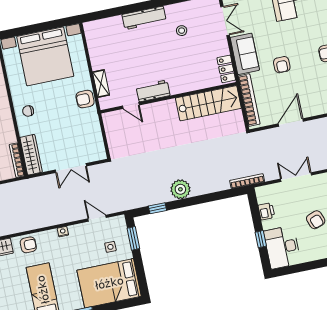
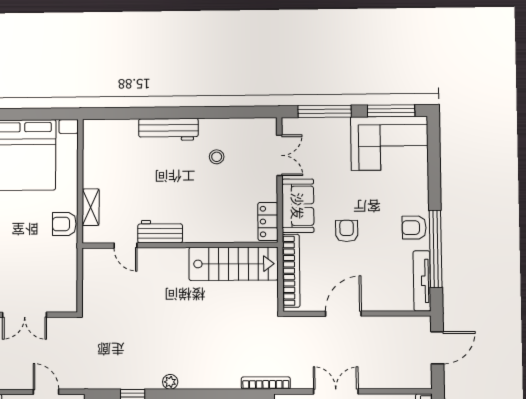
armchair: (282, 65) -> (347, 231), turned 180
plant: (180, 189) -> (170, 382), width x0.53, depth x0.53

